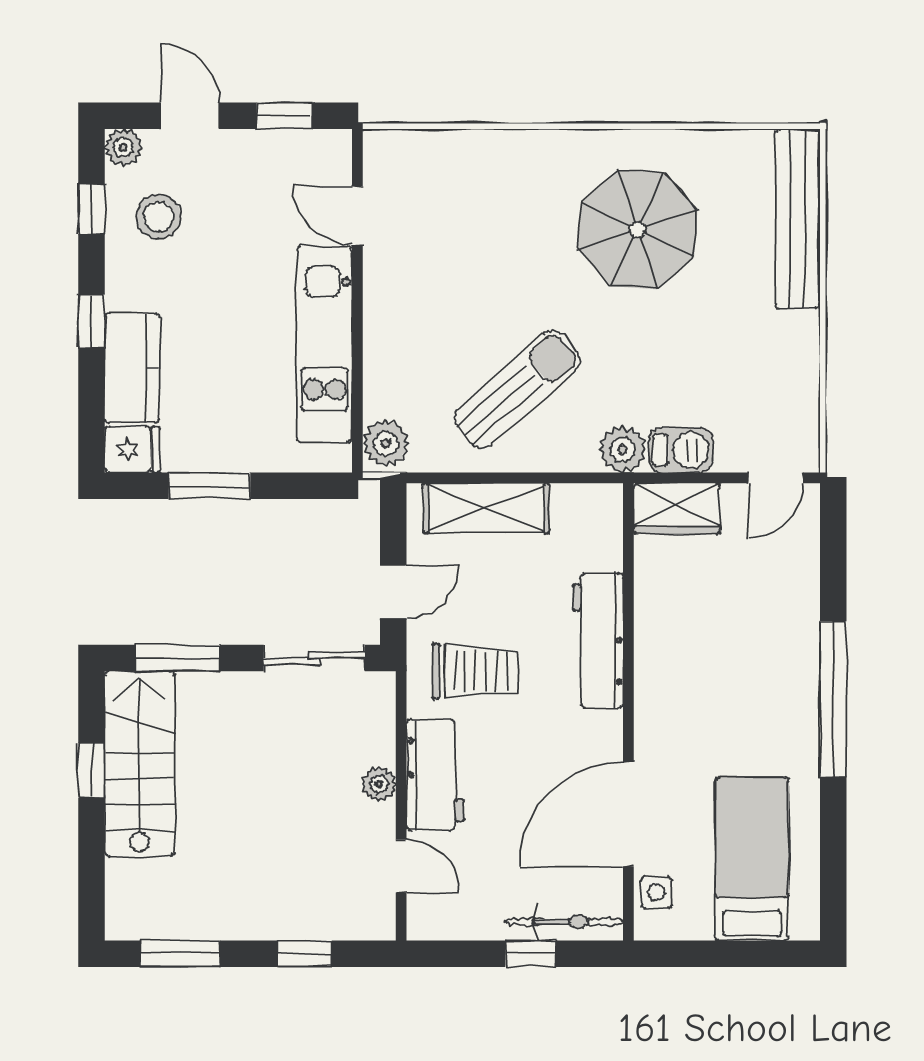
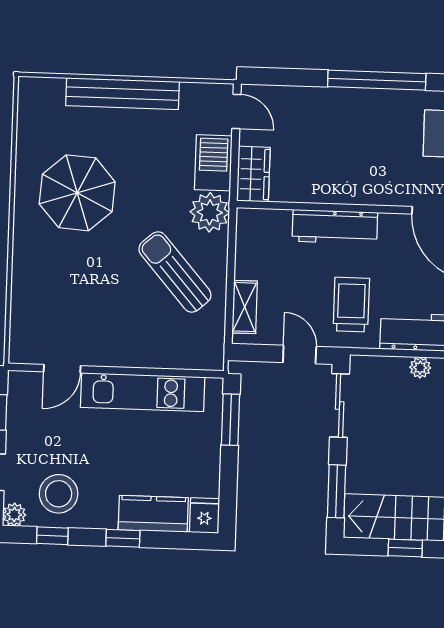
stool: (158, 217) -> (59, 494), width x1.38, depth x1.38
bench: (798, 219) -> (122, 94), moved
plant: (386, 443) -> (206, 356), removed
plant: (622, 450) -> (210, 212), width x1.36, depth x1.36
barbecue: (681, 450) -> (213, 163), width x1.38, depth x1.27
window: (209, 486) -> (231, 420), moved
shelving: (486, 508) -> (245, 307), width x0.67, depth x0.75

